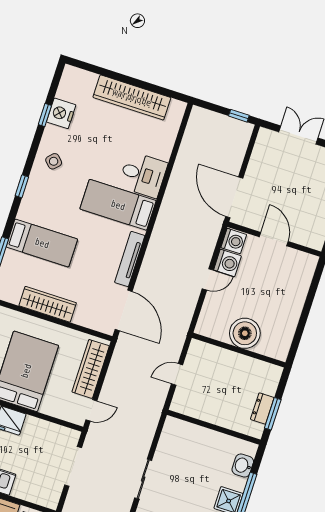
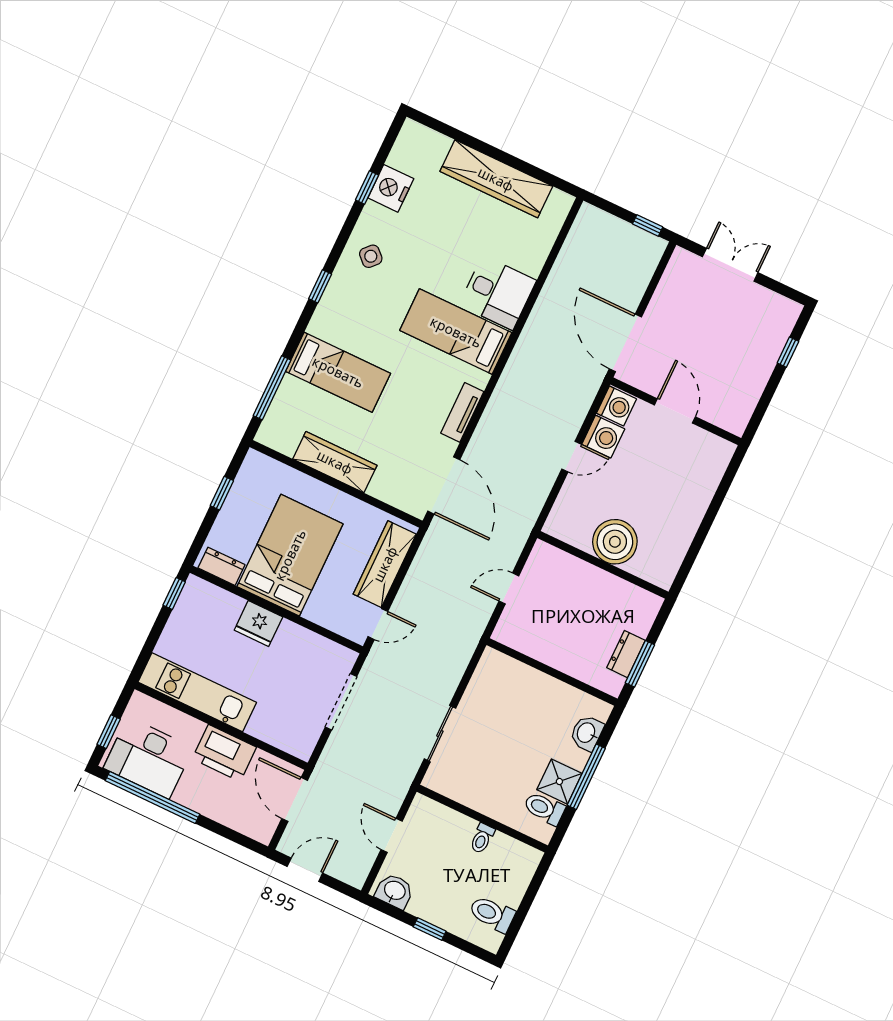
tv unit: (130, 259) -> (462, 412), width x0.71

